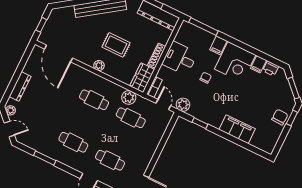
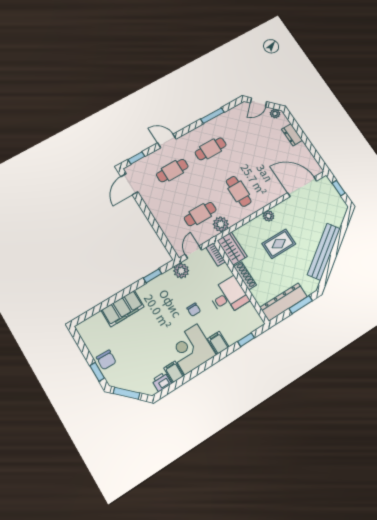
window: (203, 27) -> (246, 340), width x0.46
dresser: (20, 86) -> (292, 135), width x0.70
cafe table: (94, 100) -> (239, 191), turned 90
door: (163, 105) -> (193, 252), swing flipped

